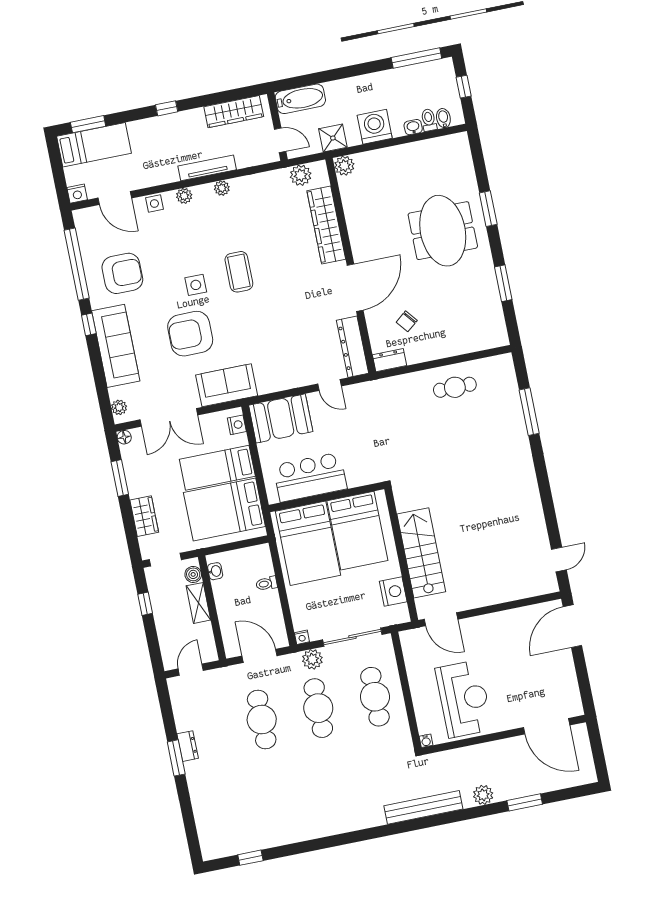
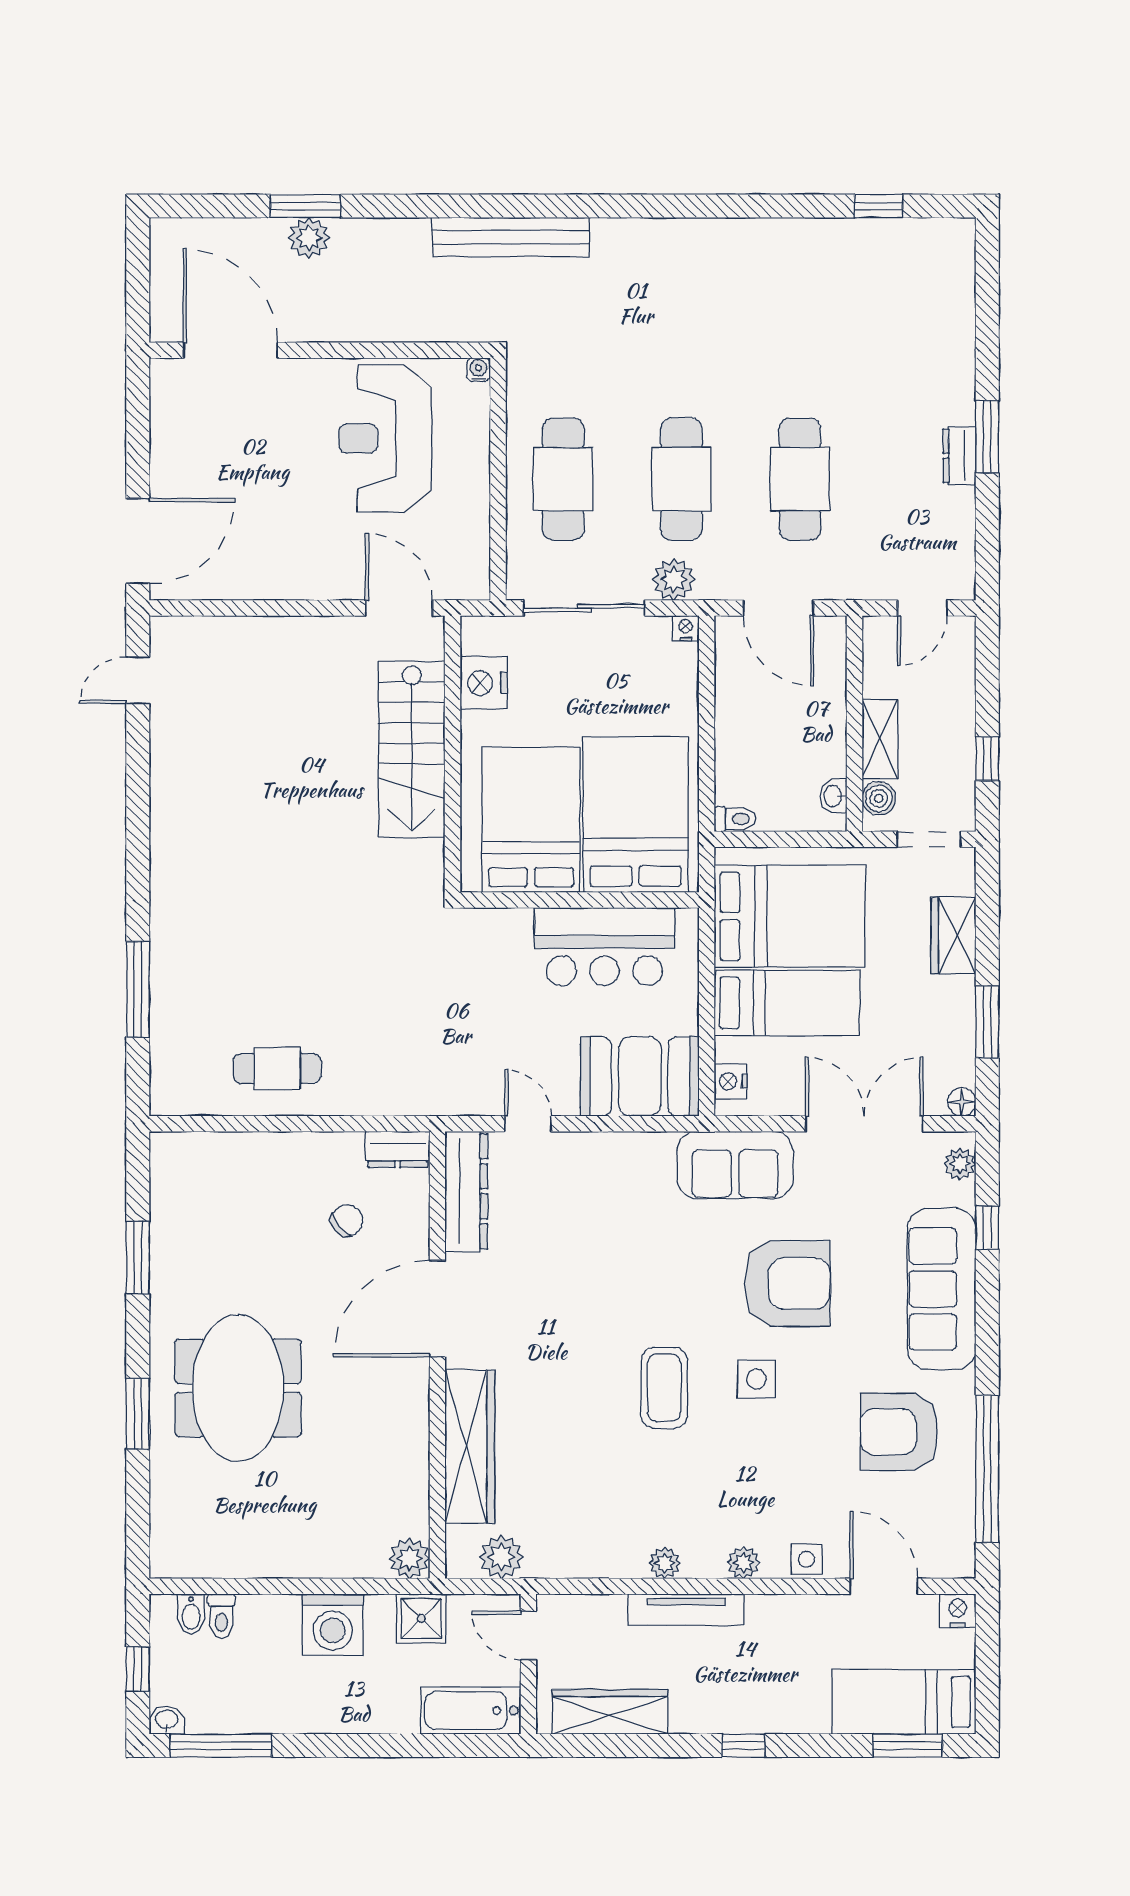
washbasin: (413, 127) -> (167, 1720), moved, turned 180
window: (89, 324) -> (987, 1228), moved
toilet: (267, 584) -> (735, 819), moved
plant: (483, 795) -> (309, 238), moved

